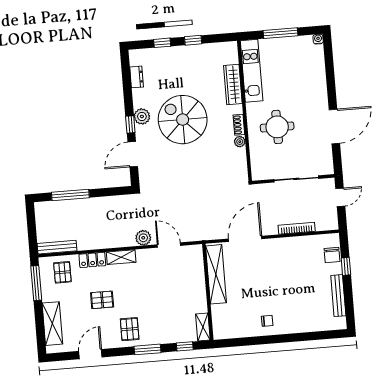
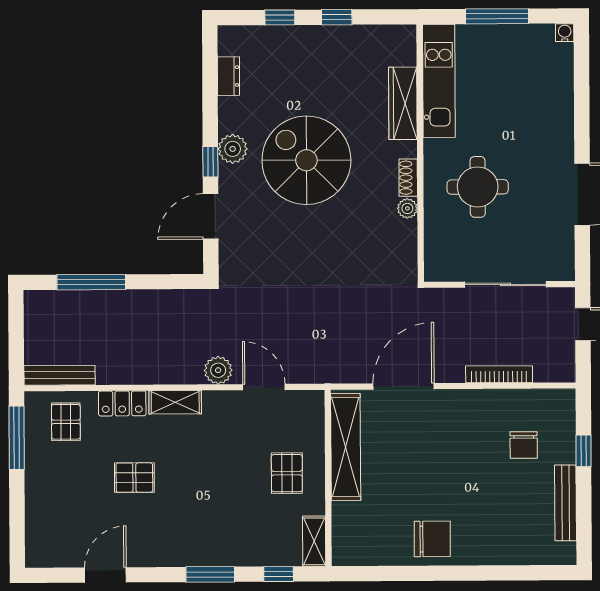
chair: (332, 255) -> (524, 445), moved
chair: (267, 321) -> (432, 539), width x1.87, depth x1.87
shelving: (52, 324) -> (40, 514), removed
pallet: (130, 329) -> (287, 473), moved

